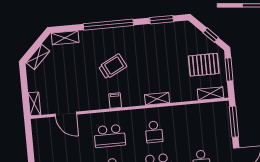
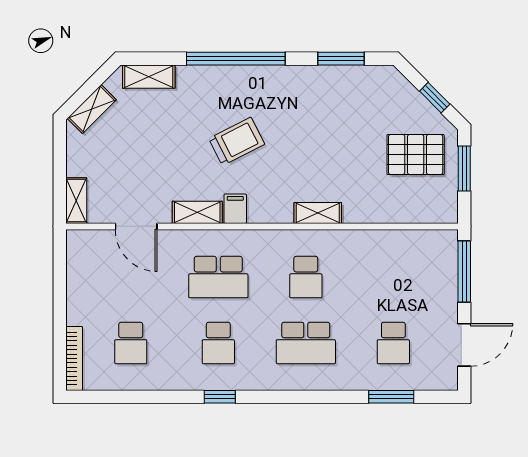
shelving: (211, 94) -> (197, 212), moved

